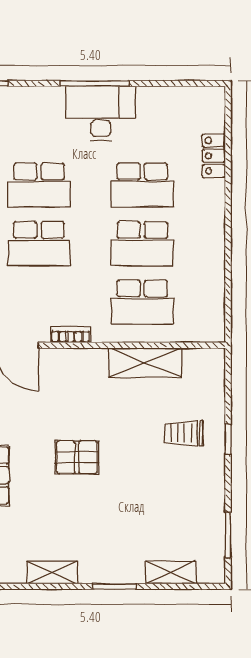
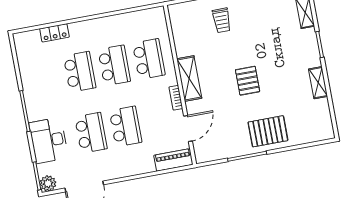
desk: (101, 113) -> (49, 140), moved
shelving: (145, 362) -> (189, 79), moved

